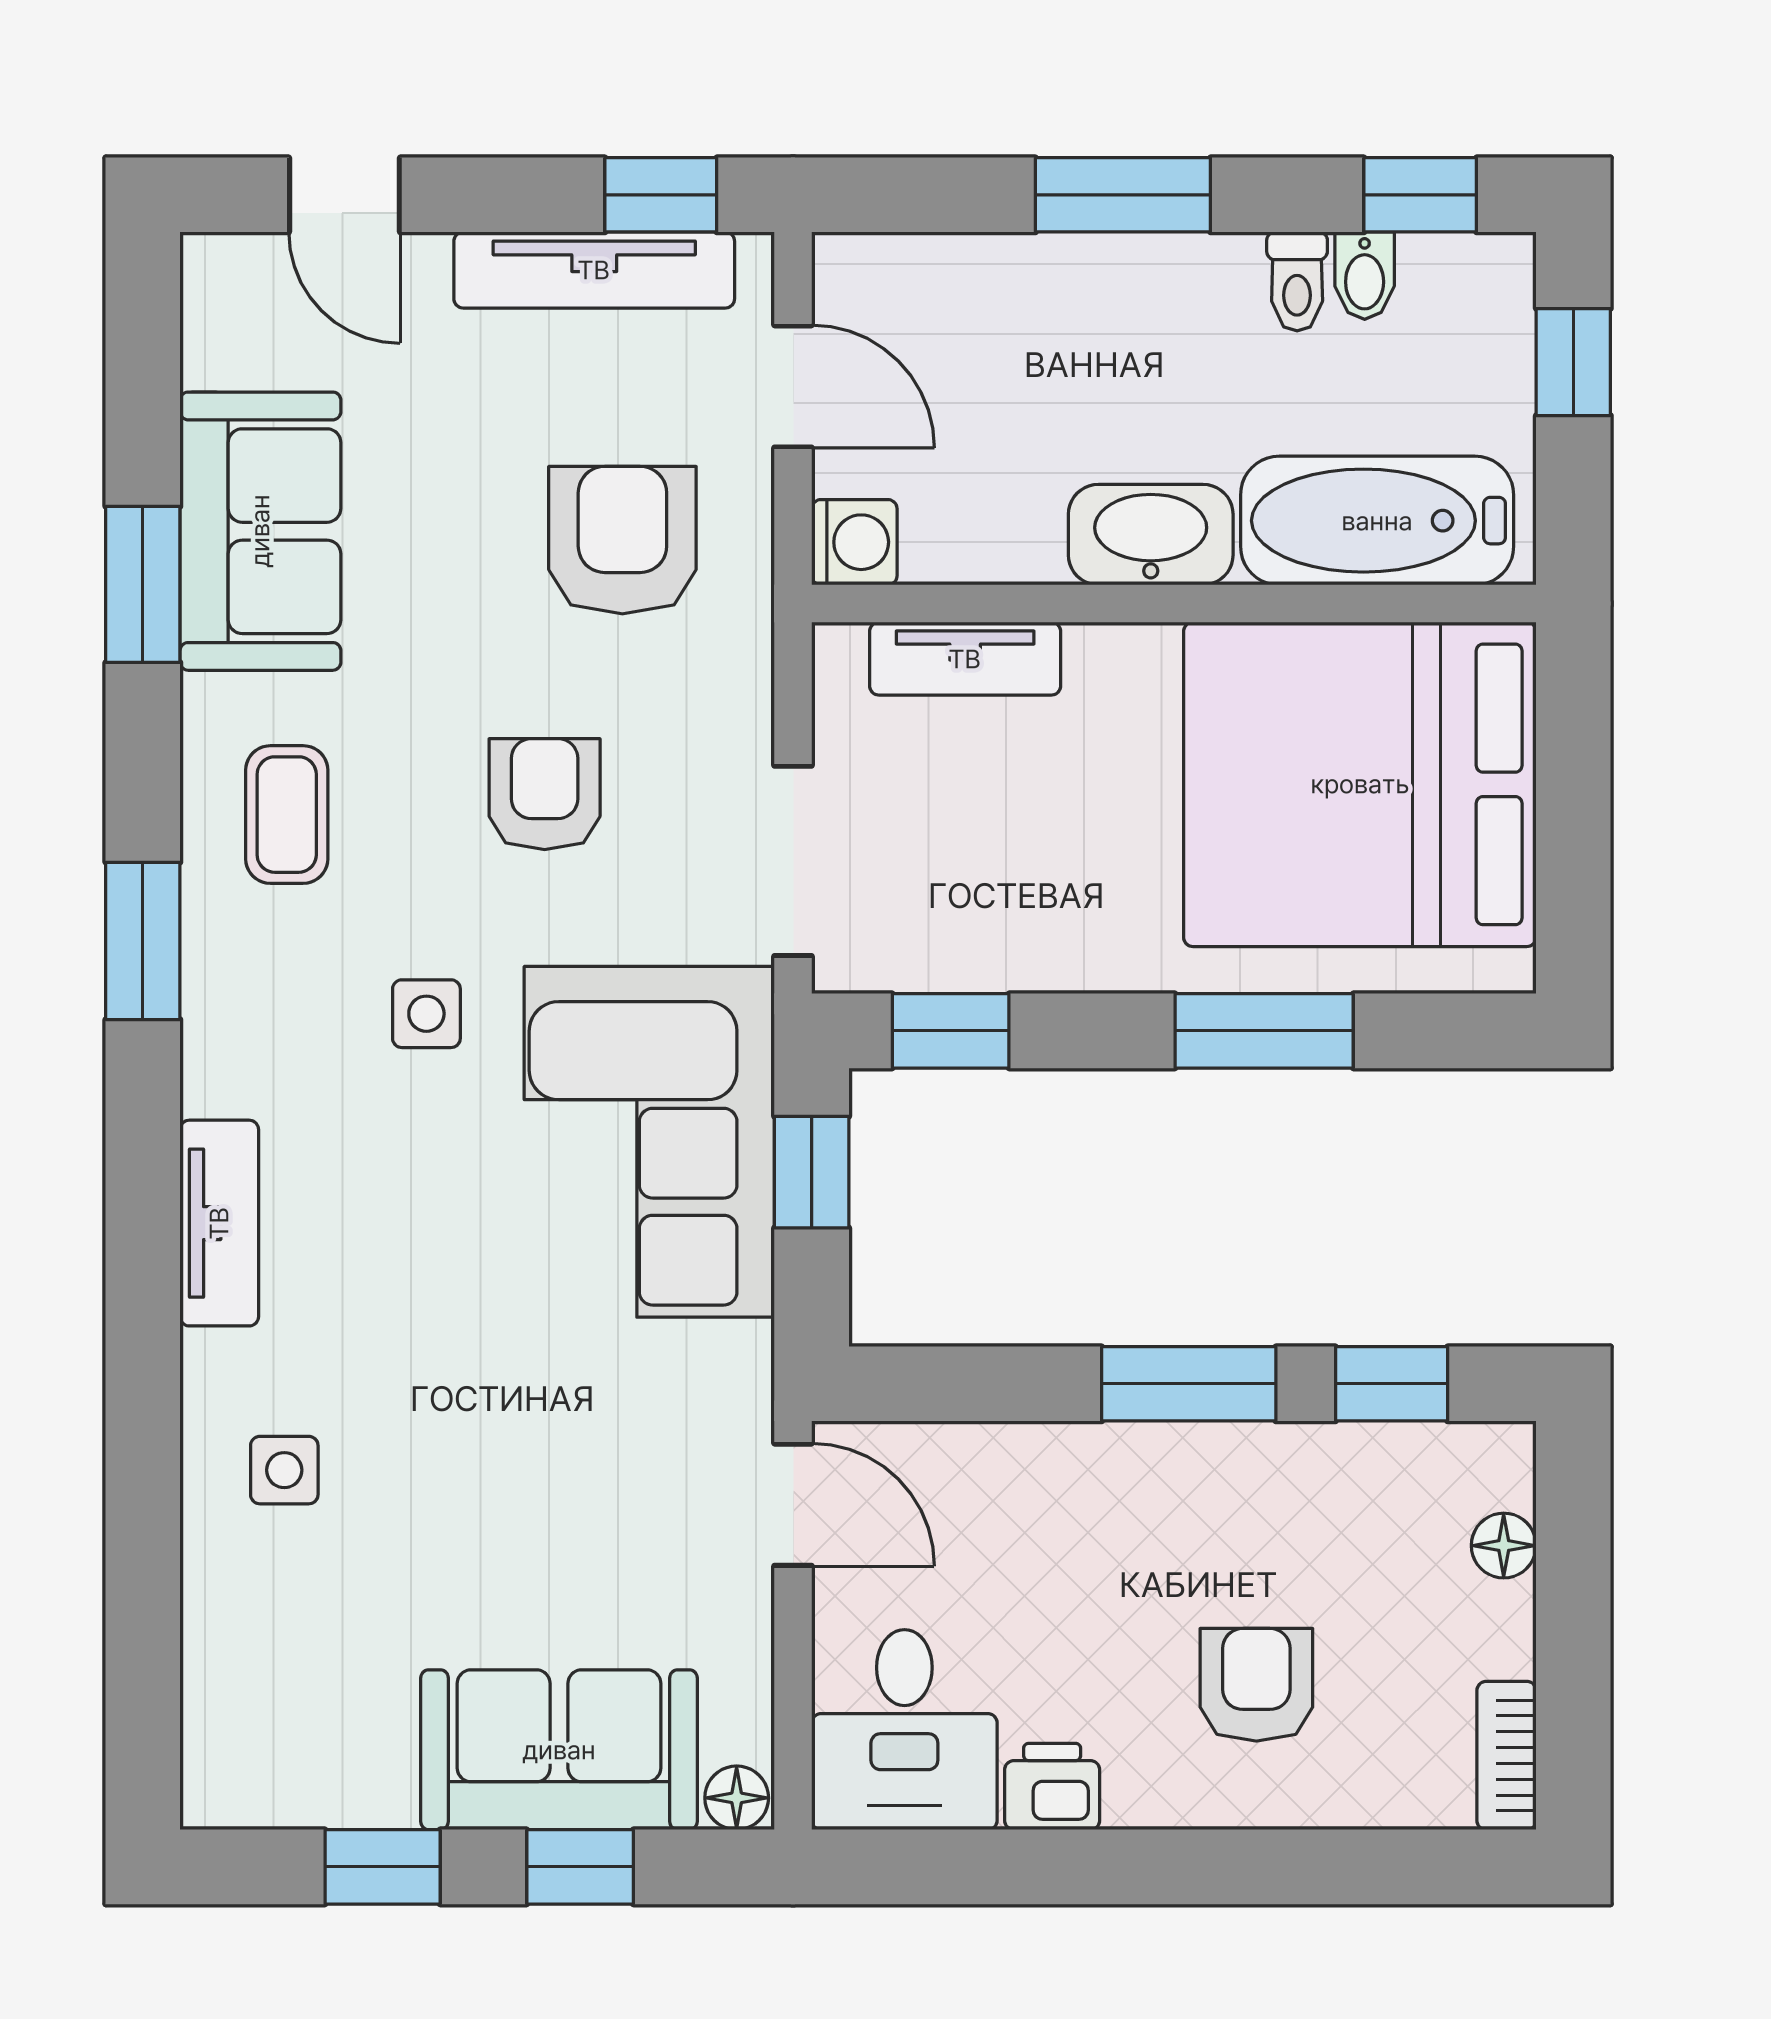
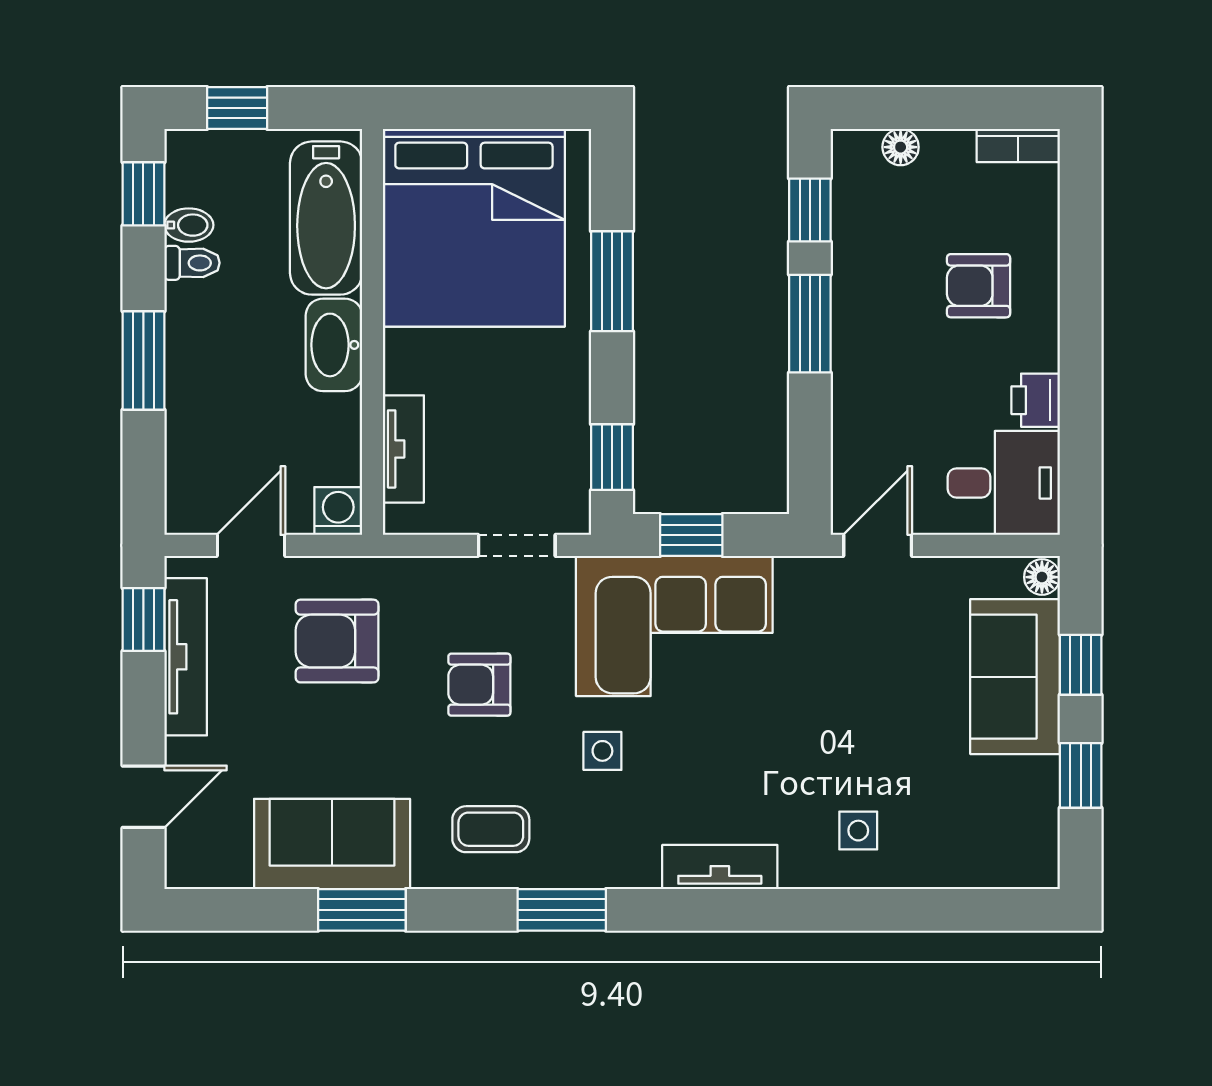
doorway: (793, 861) -> (517, 545), width x0.73

